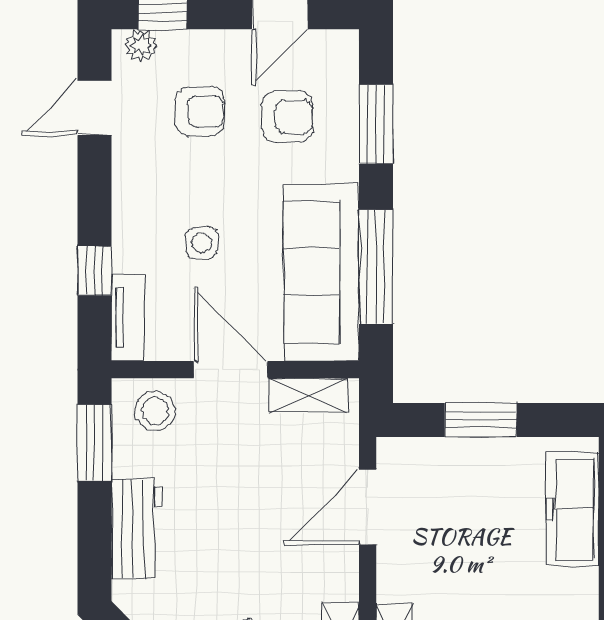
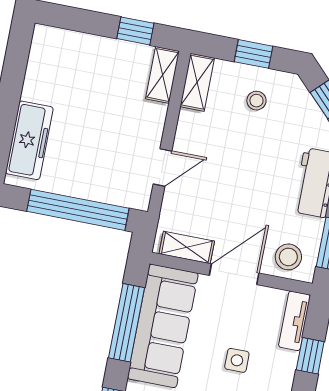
door: (231, 370) -> (234, 274), swing flipped
window: (481, 420) -> (78, 210), width x2.11
door: (368, 507) -> (162, 167), width x0.73

